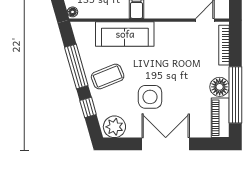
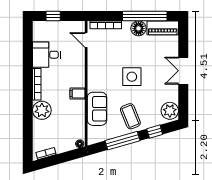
sofa: (125, 34) -> (97, 109), width x0.73
side table: (150, 97) -> (132, 77), moved
double door: (166, 144) -> (183, 71), width x0.73

